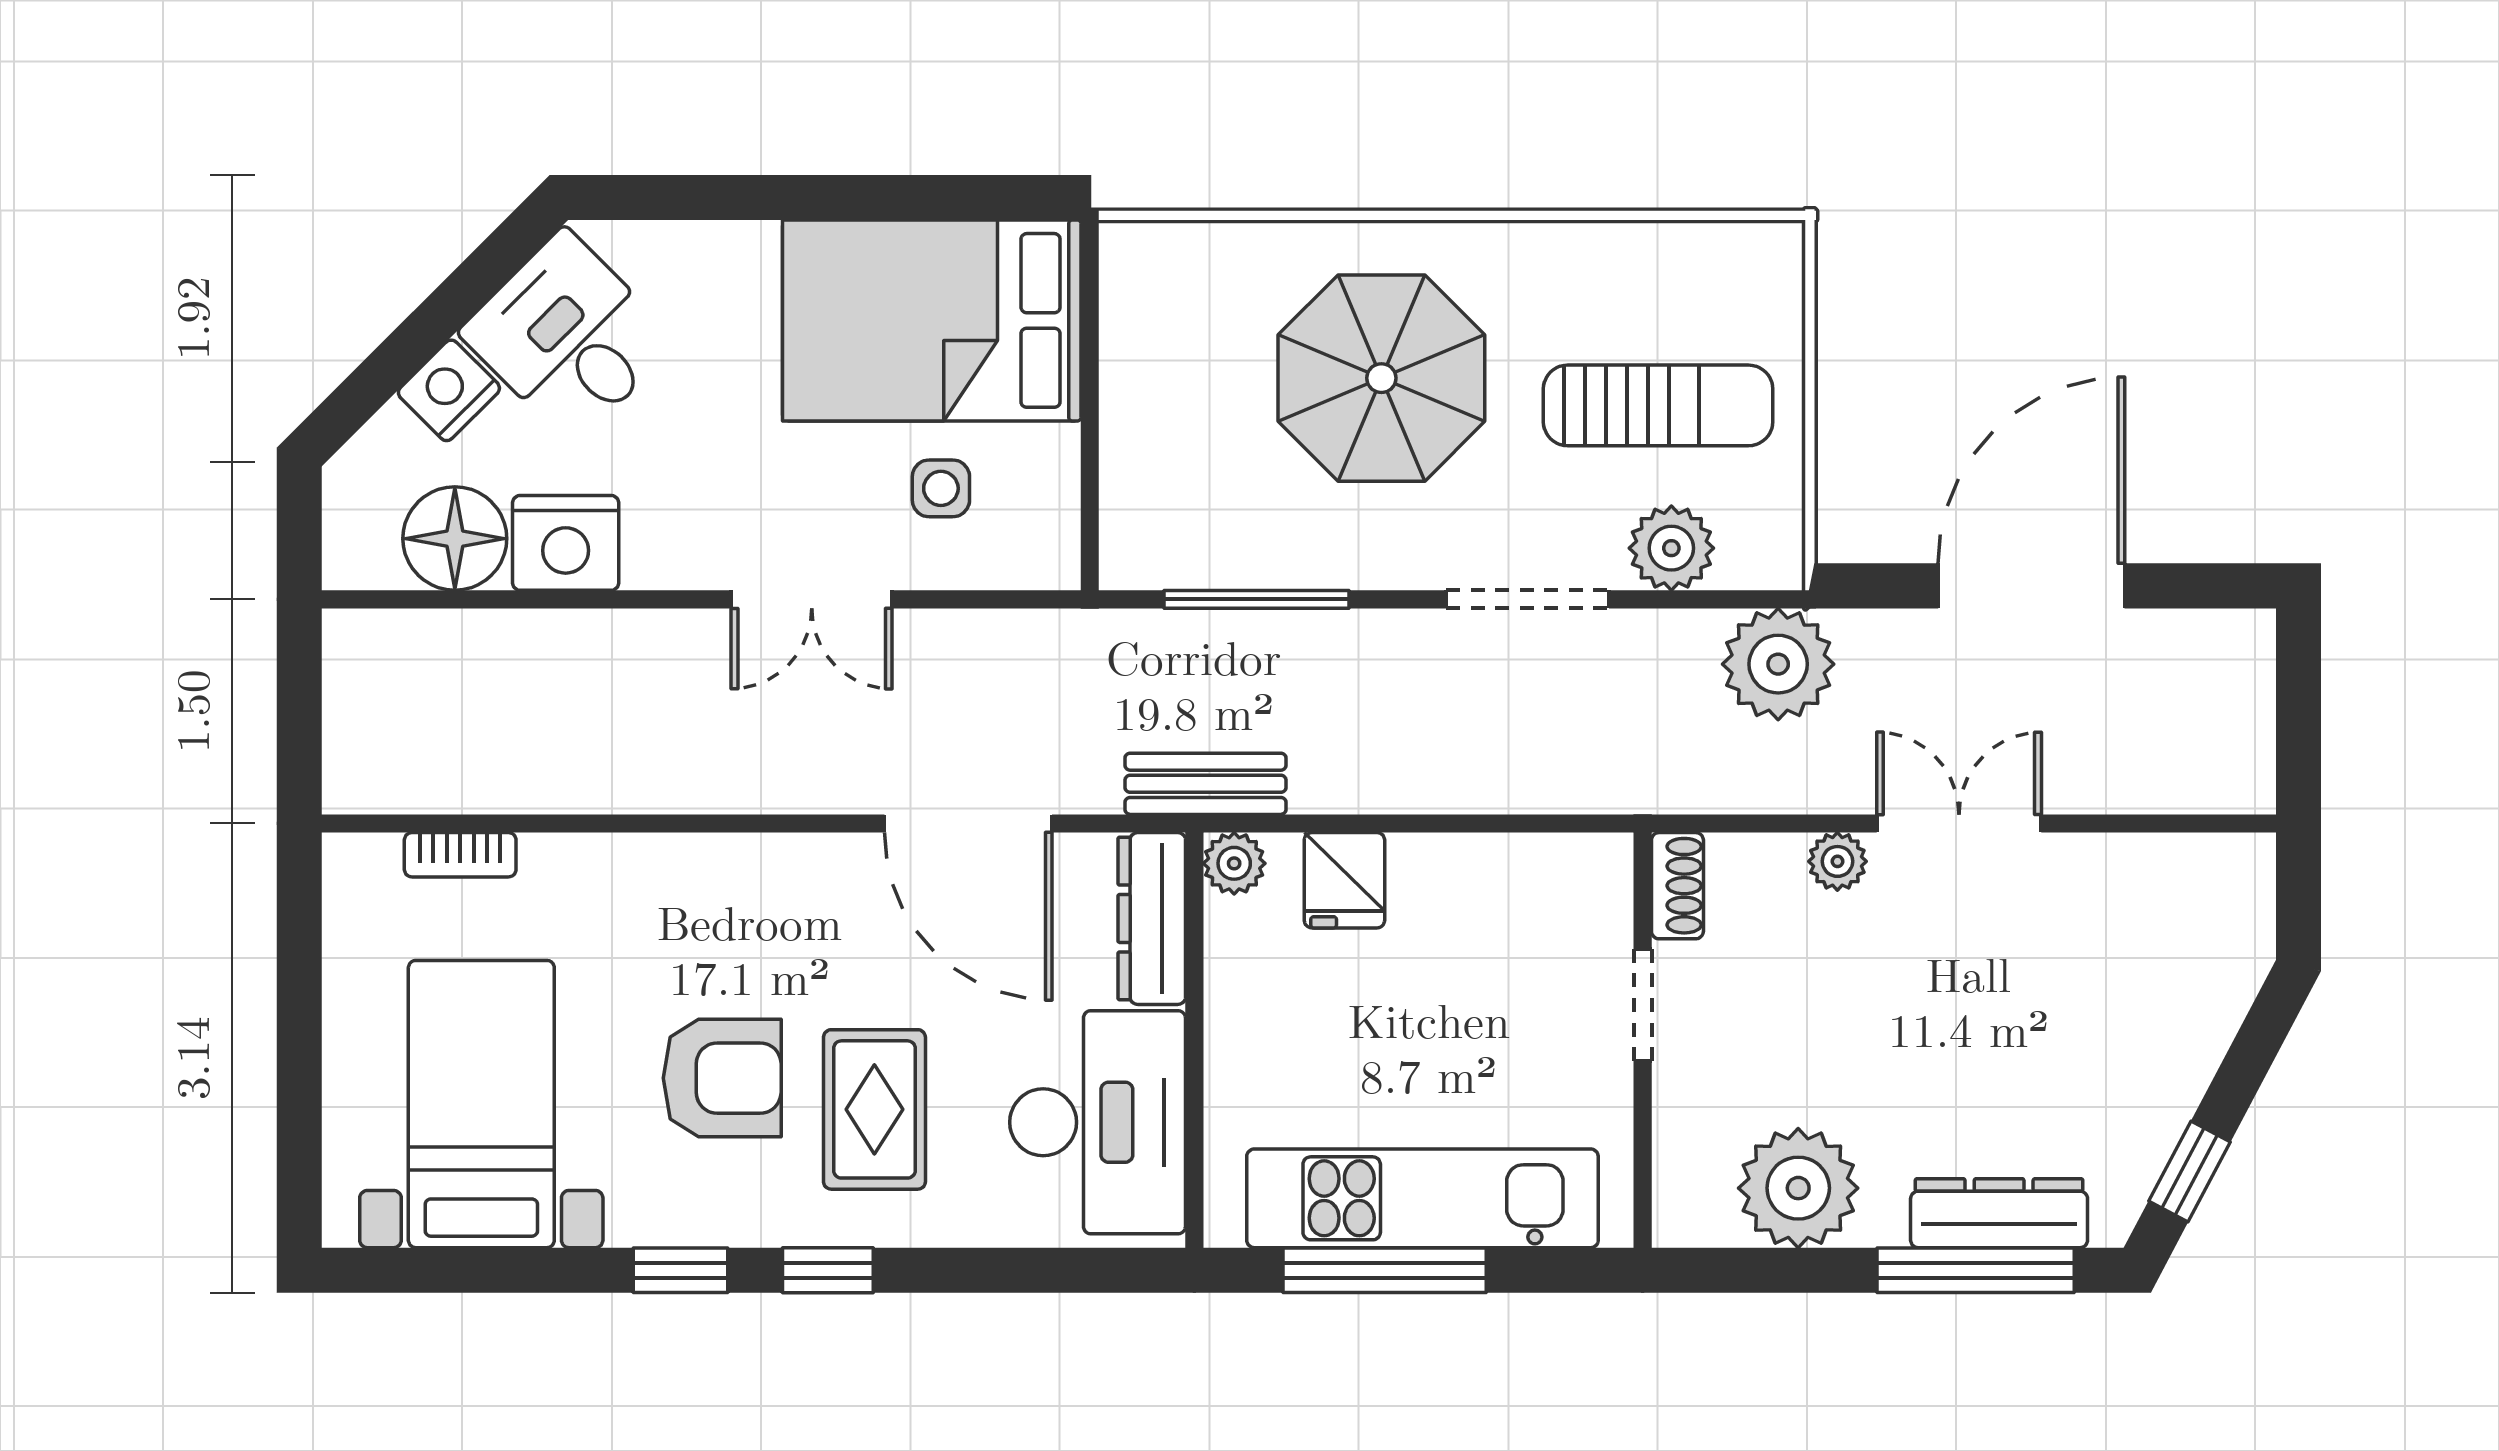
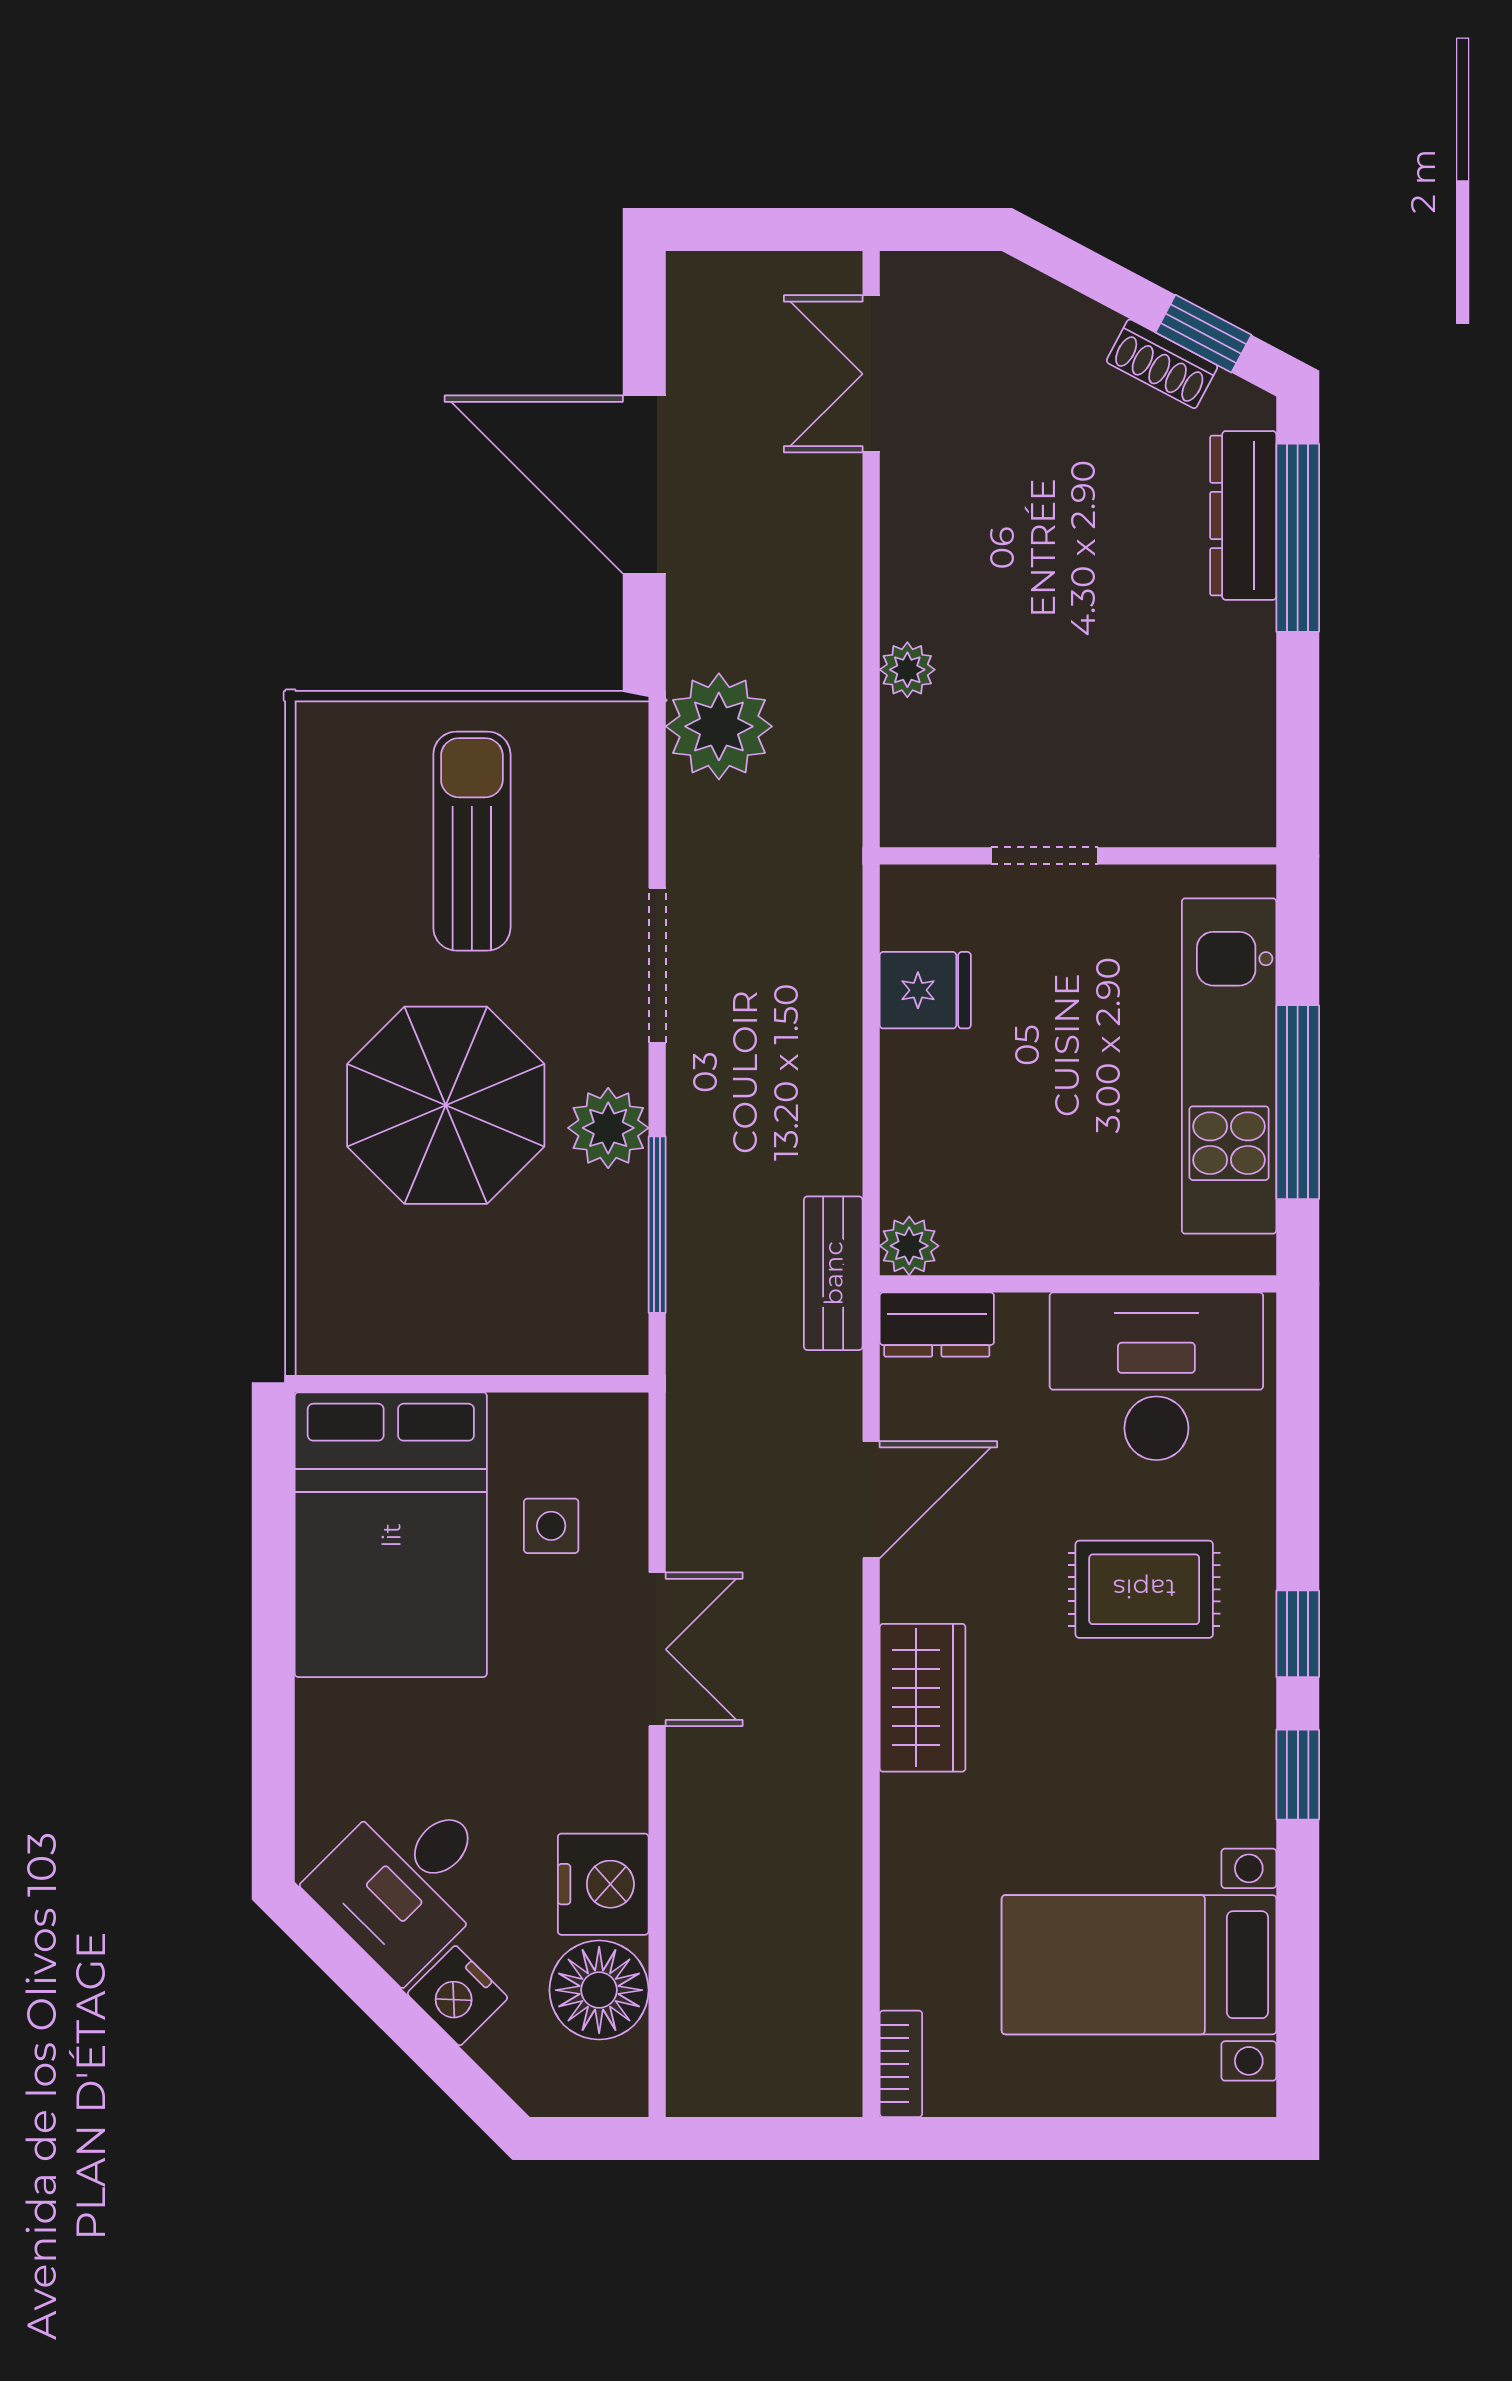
plant: (1671, 548) -> (608, 1128), moved
door: (968, 823) -> (871, 1500), width x0.73
double door: (1959, 823) -> (871, 374), moved
bookcase: (460, 855) -> (901, 2064), moved
wardrobe: (761, 877) -> (923, 1698), added
fridge: (1344, 880) -> (925, 990), moved
shoe rack: (1677, 886) -> (1162, 364), moved, turned -152
dresser: (1152, 918) -> (937, 1325), width x0.70
armchair: (722, 1078) -> (1114, 1735), removed
plant: (1798, 1188) -> (1219, 707), removed

